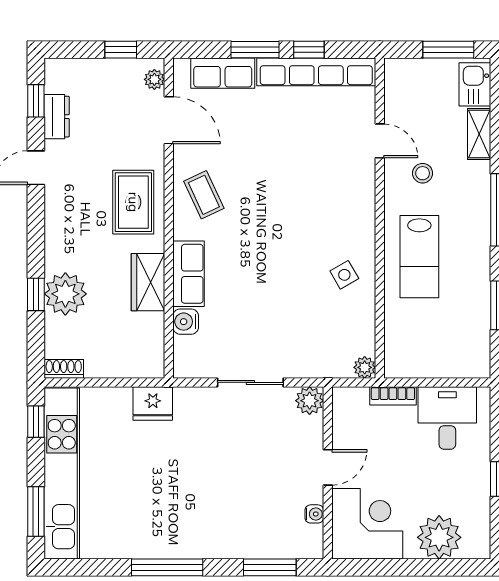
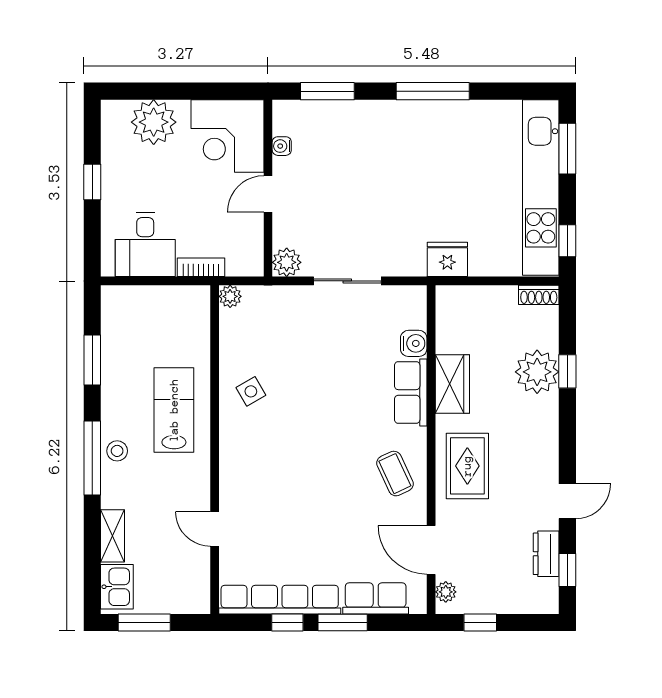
stool: (423, 173) -> (117, 451), moved

